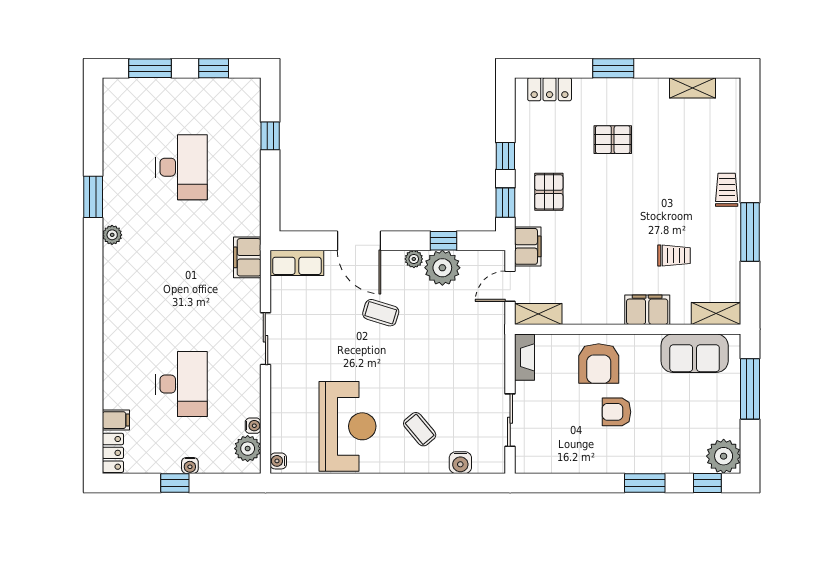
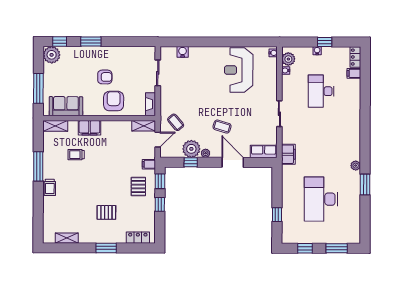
desk: (182, 167) -> (321, 199), width x1.36, depth x1.30
filing cabinet: (528, 246) -> (149, 164), width x0.50
coffee table: (420, 429) -> (176, 122), moved

